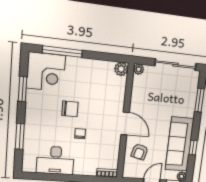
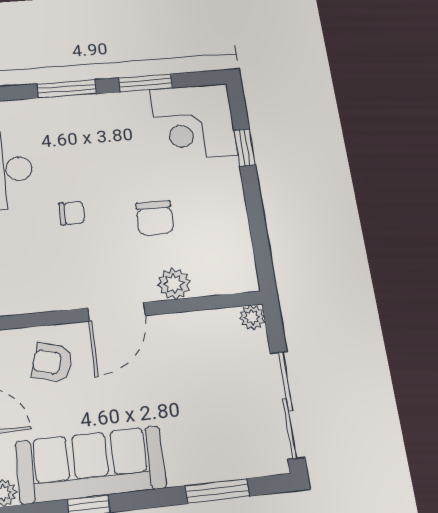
window: (62, 52) -> (245, 147), width x0.46
plant: (121, 69) -> (174, 284), moved
chair: (70, 109) -> (155, 218), moved
window: (20, 136) -> (67, 89), moved

